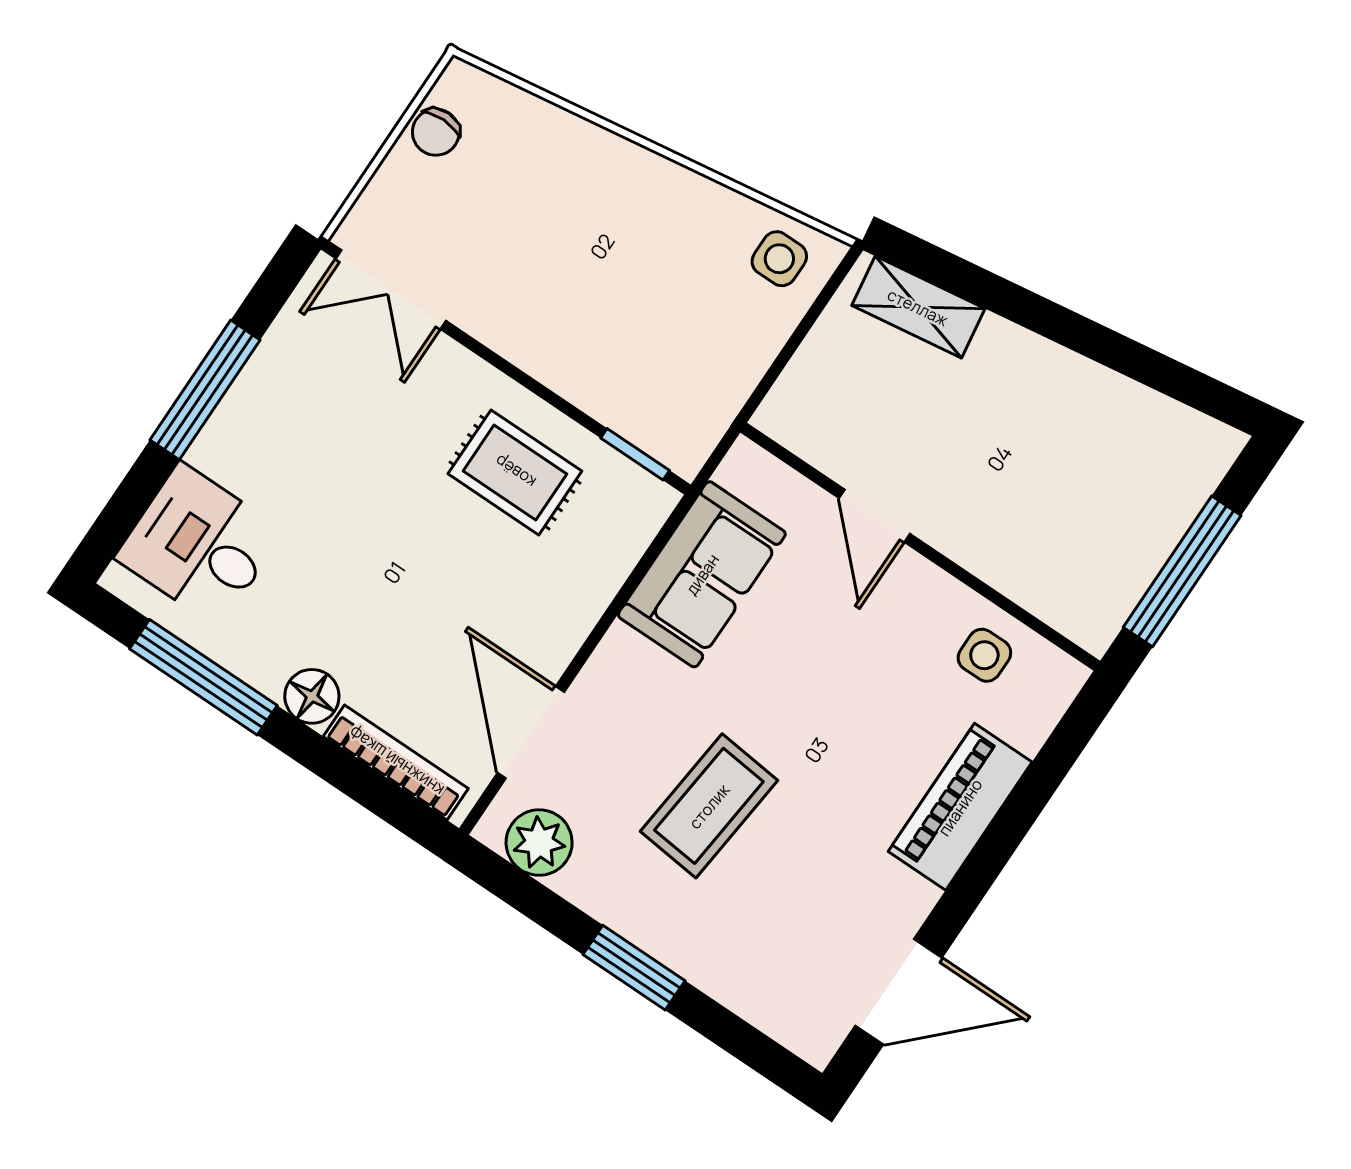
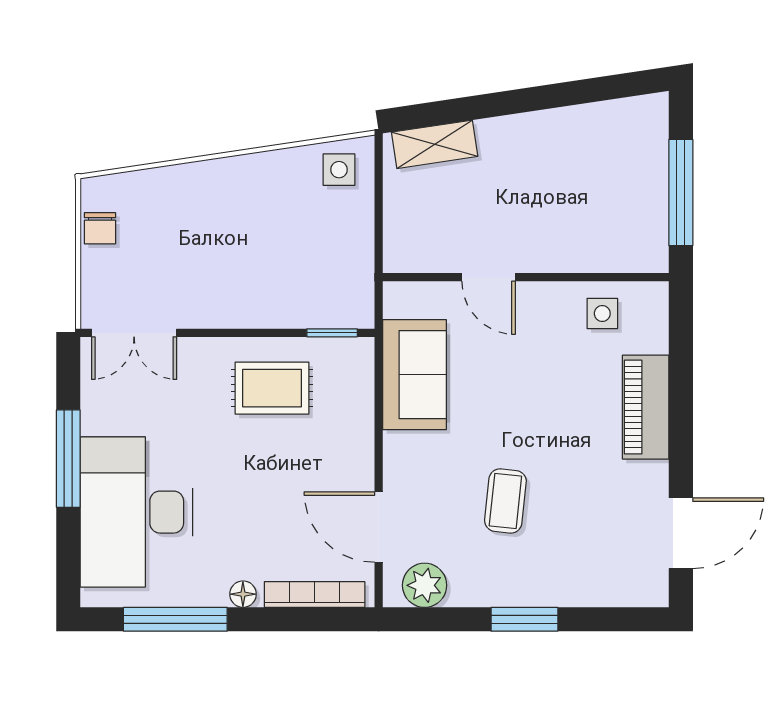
desk: (199, 545) -> (136, 512), width x1.87, depth x1.30
floor lamp: (312, 696) -> (243, 594), width x0.73, depth x0.73
coffee table: (709, 806) -> (505, 501), width x0.73, depth x0.77

